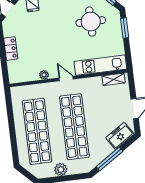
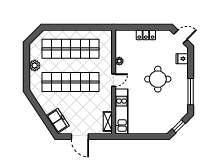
round table: (91, 22) -> (158, 79), moved
window: (125, 28) -> (151, 137), removed
window: (109, 159) -> (39, 109), removed

